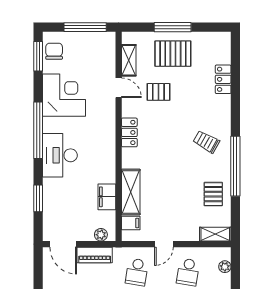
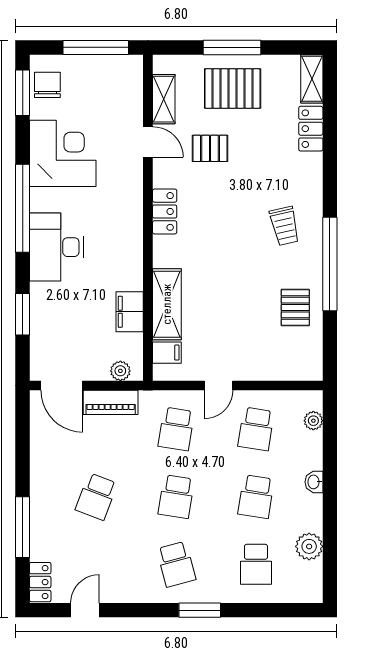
trolley: (206, 142) -> (285, 226), turned -132
shelving: (215, 234) -> (312, 79), moved, turned 90

